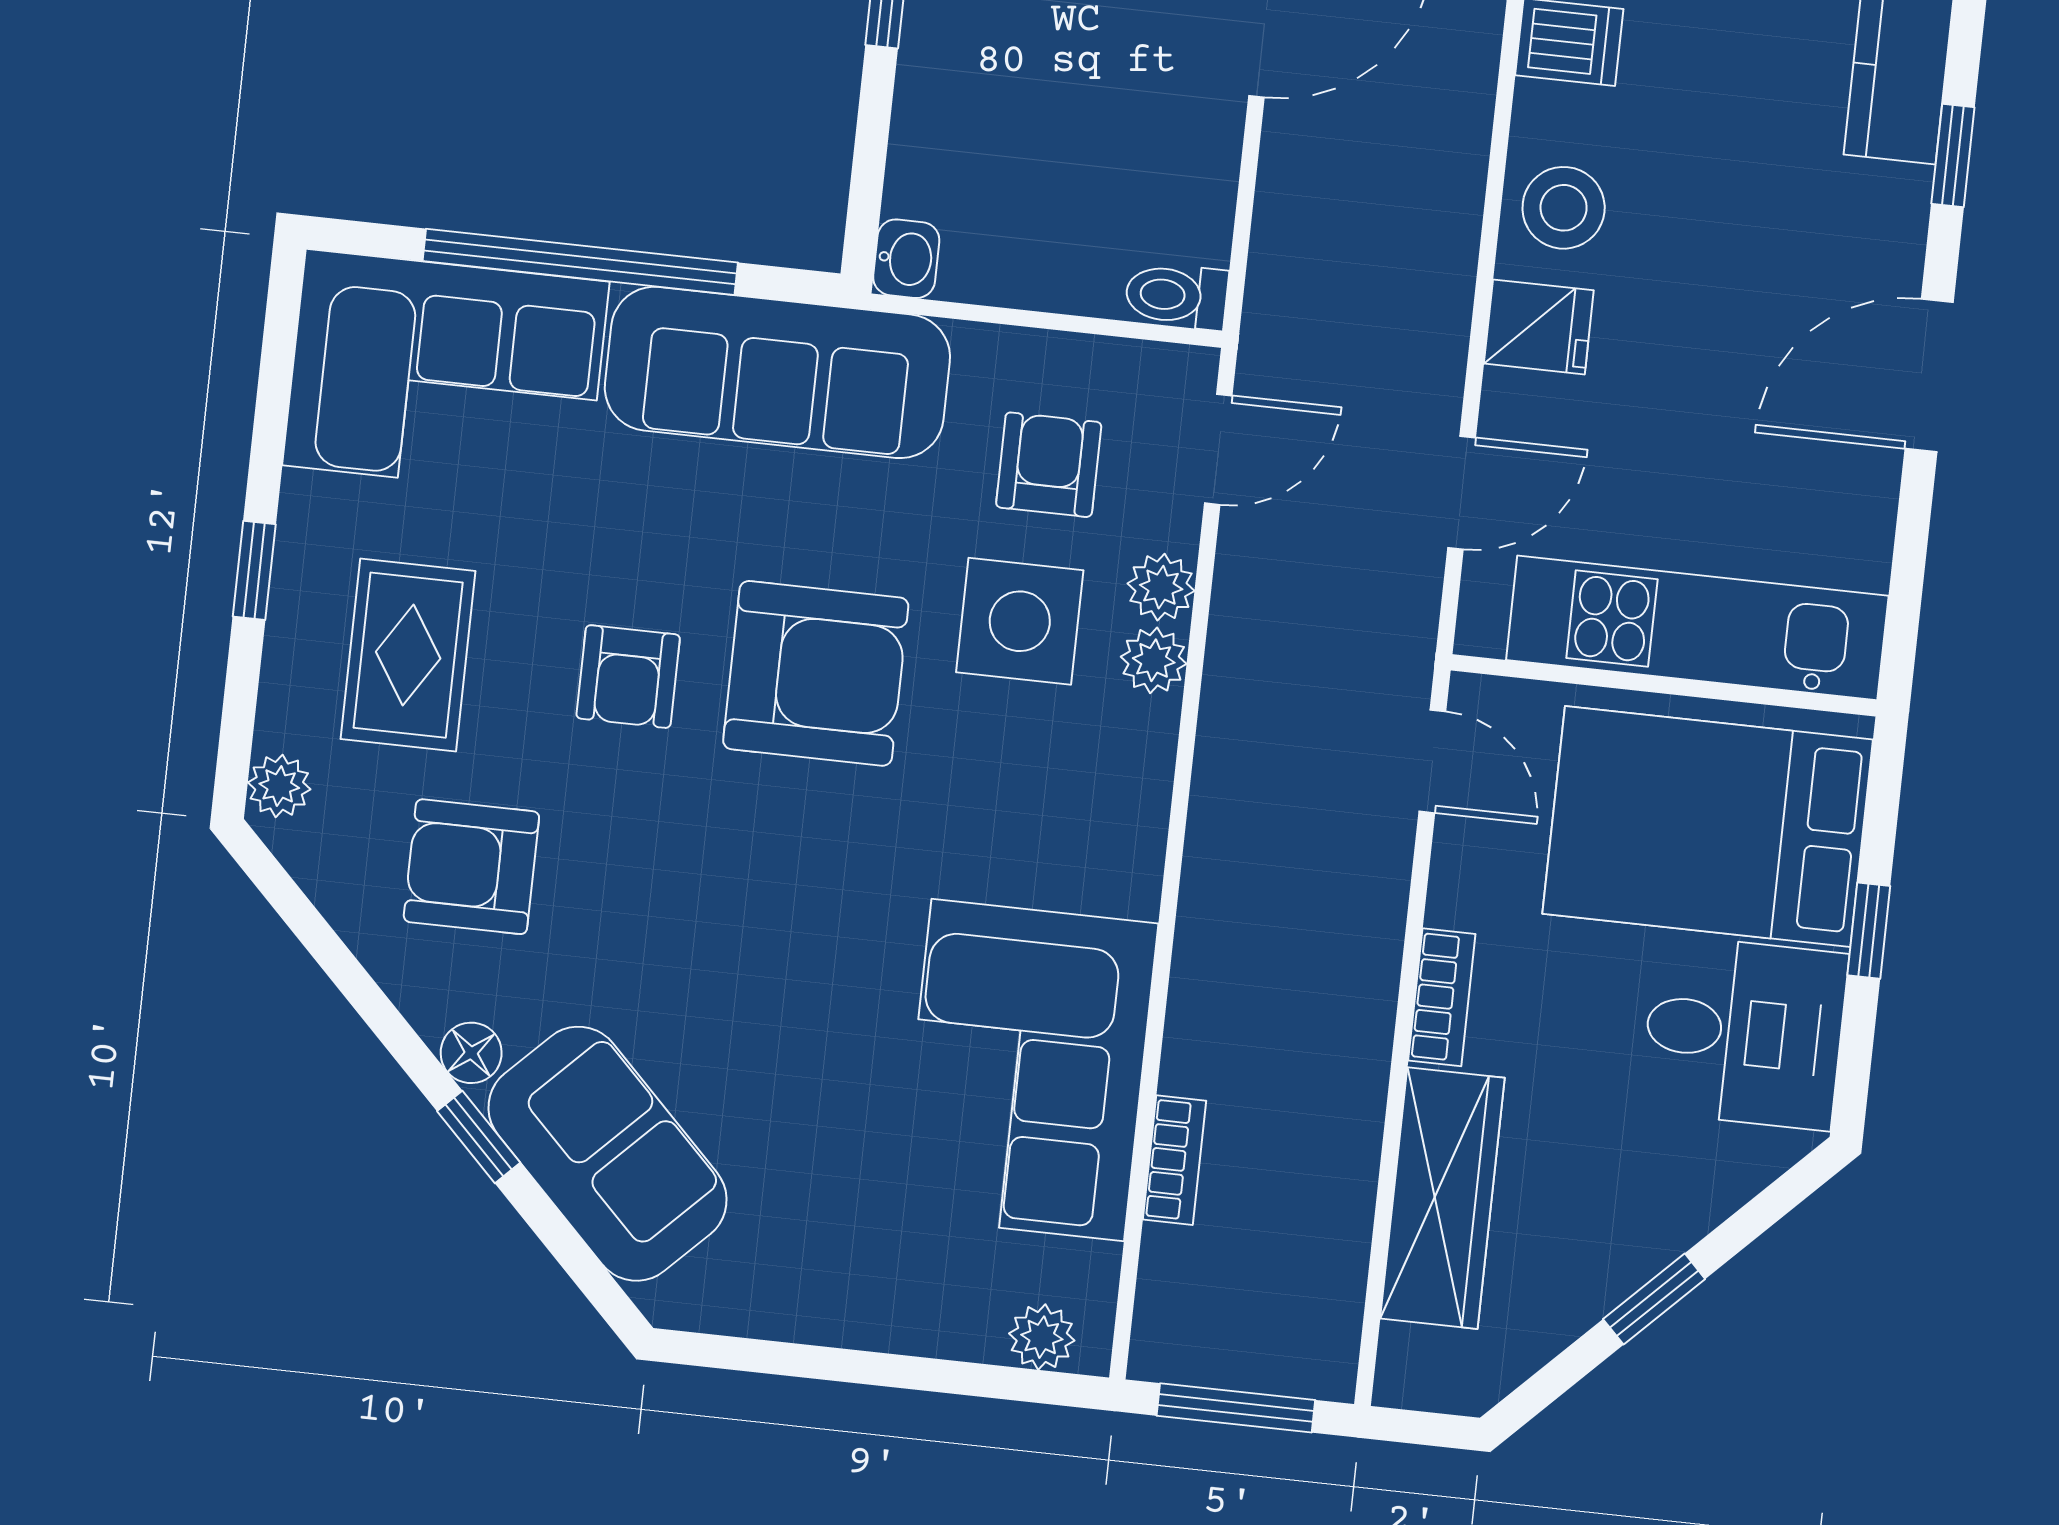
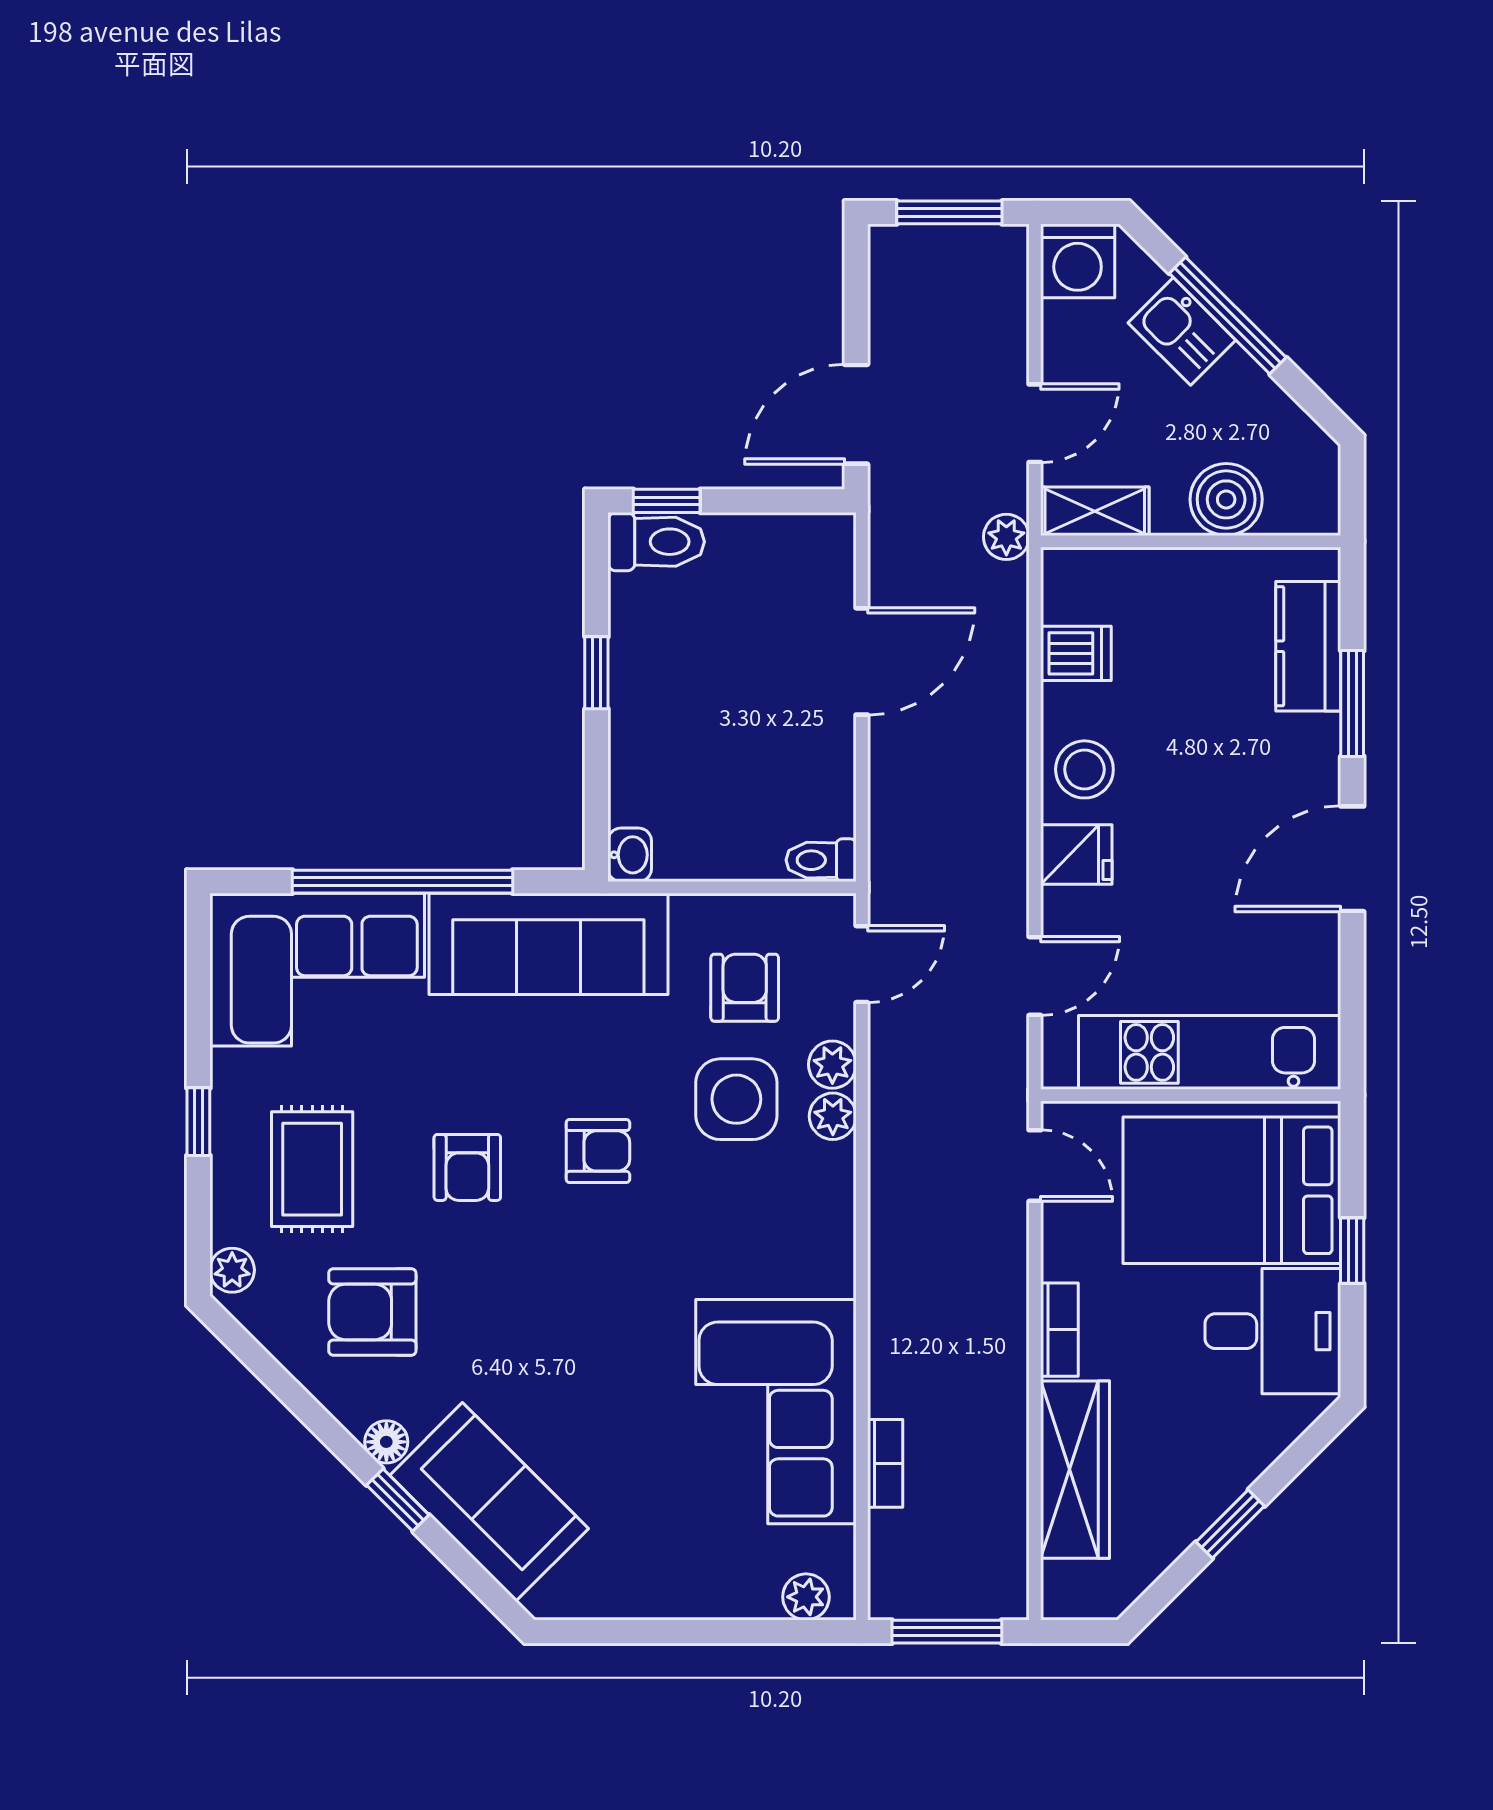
window: (1953, 156) -> (1352, 703), width x1.50
armchair: (816, 673) -> (598, 1151), width x0.53, depth x0.53

